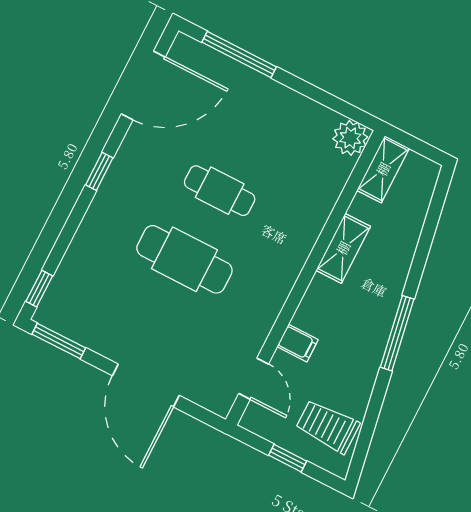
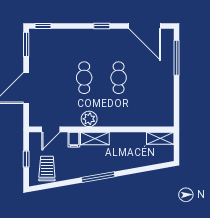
plant: (350, 138) -> (89, 119), moved
shelving: (343, 248) -> (95, 138), moved
cafe table: (184, 259) -> (84, 78), width x0.73, depth x0.74

